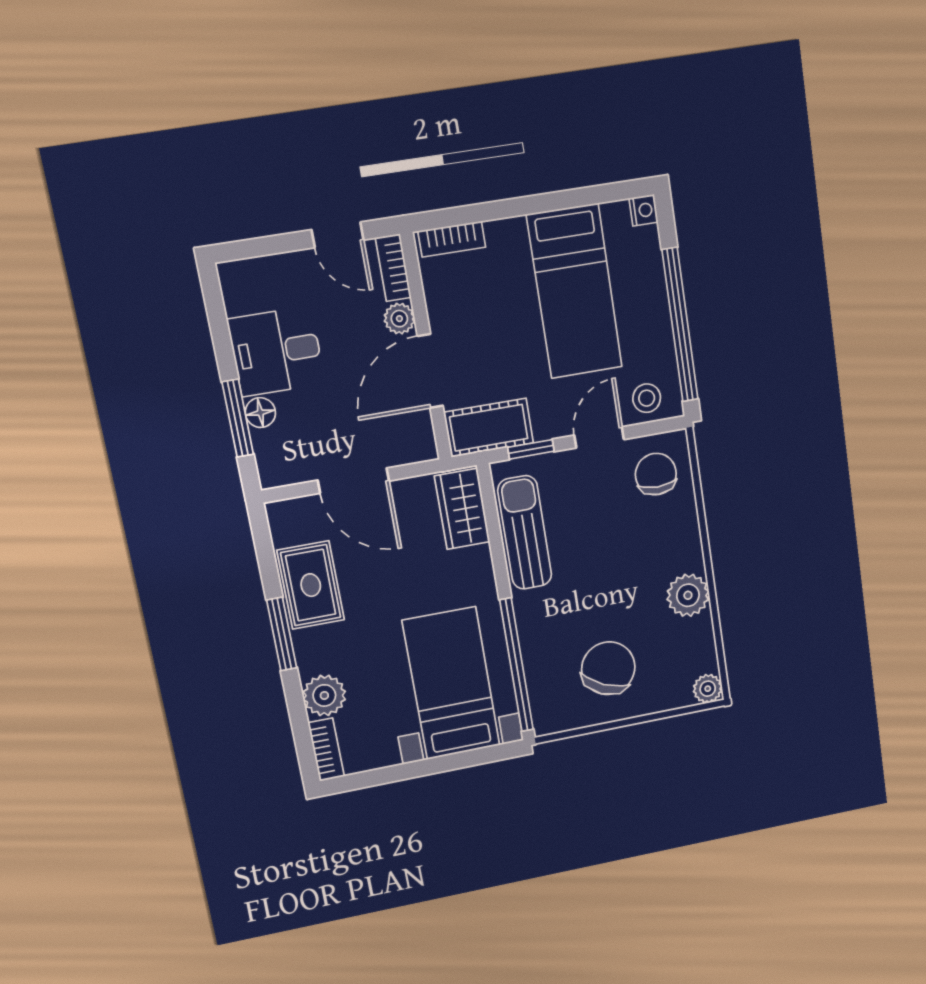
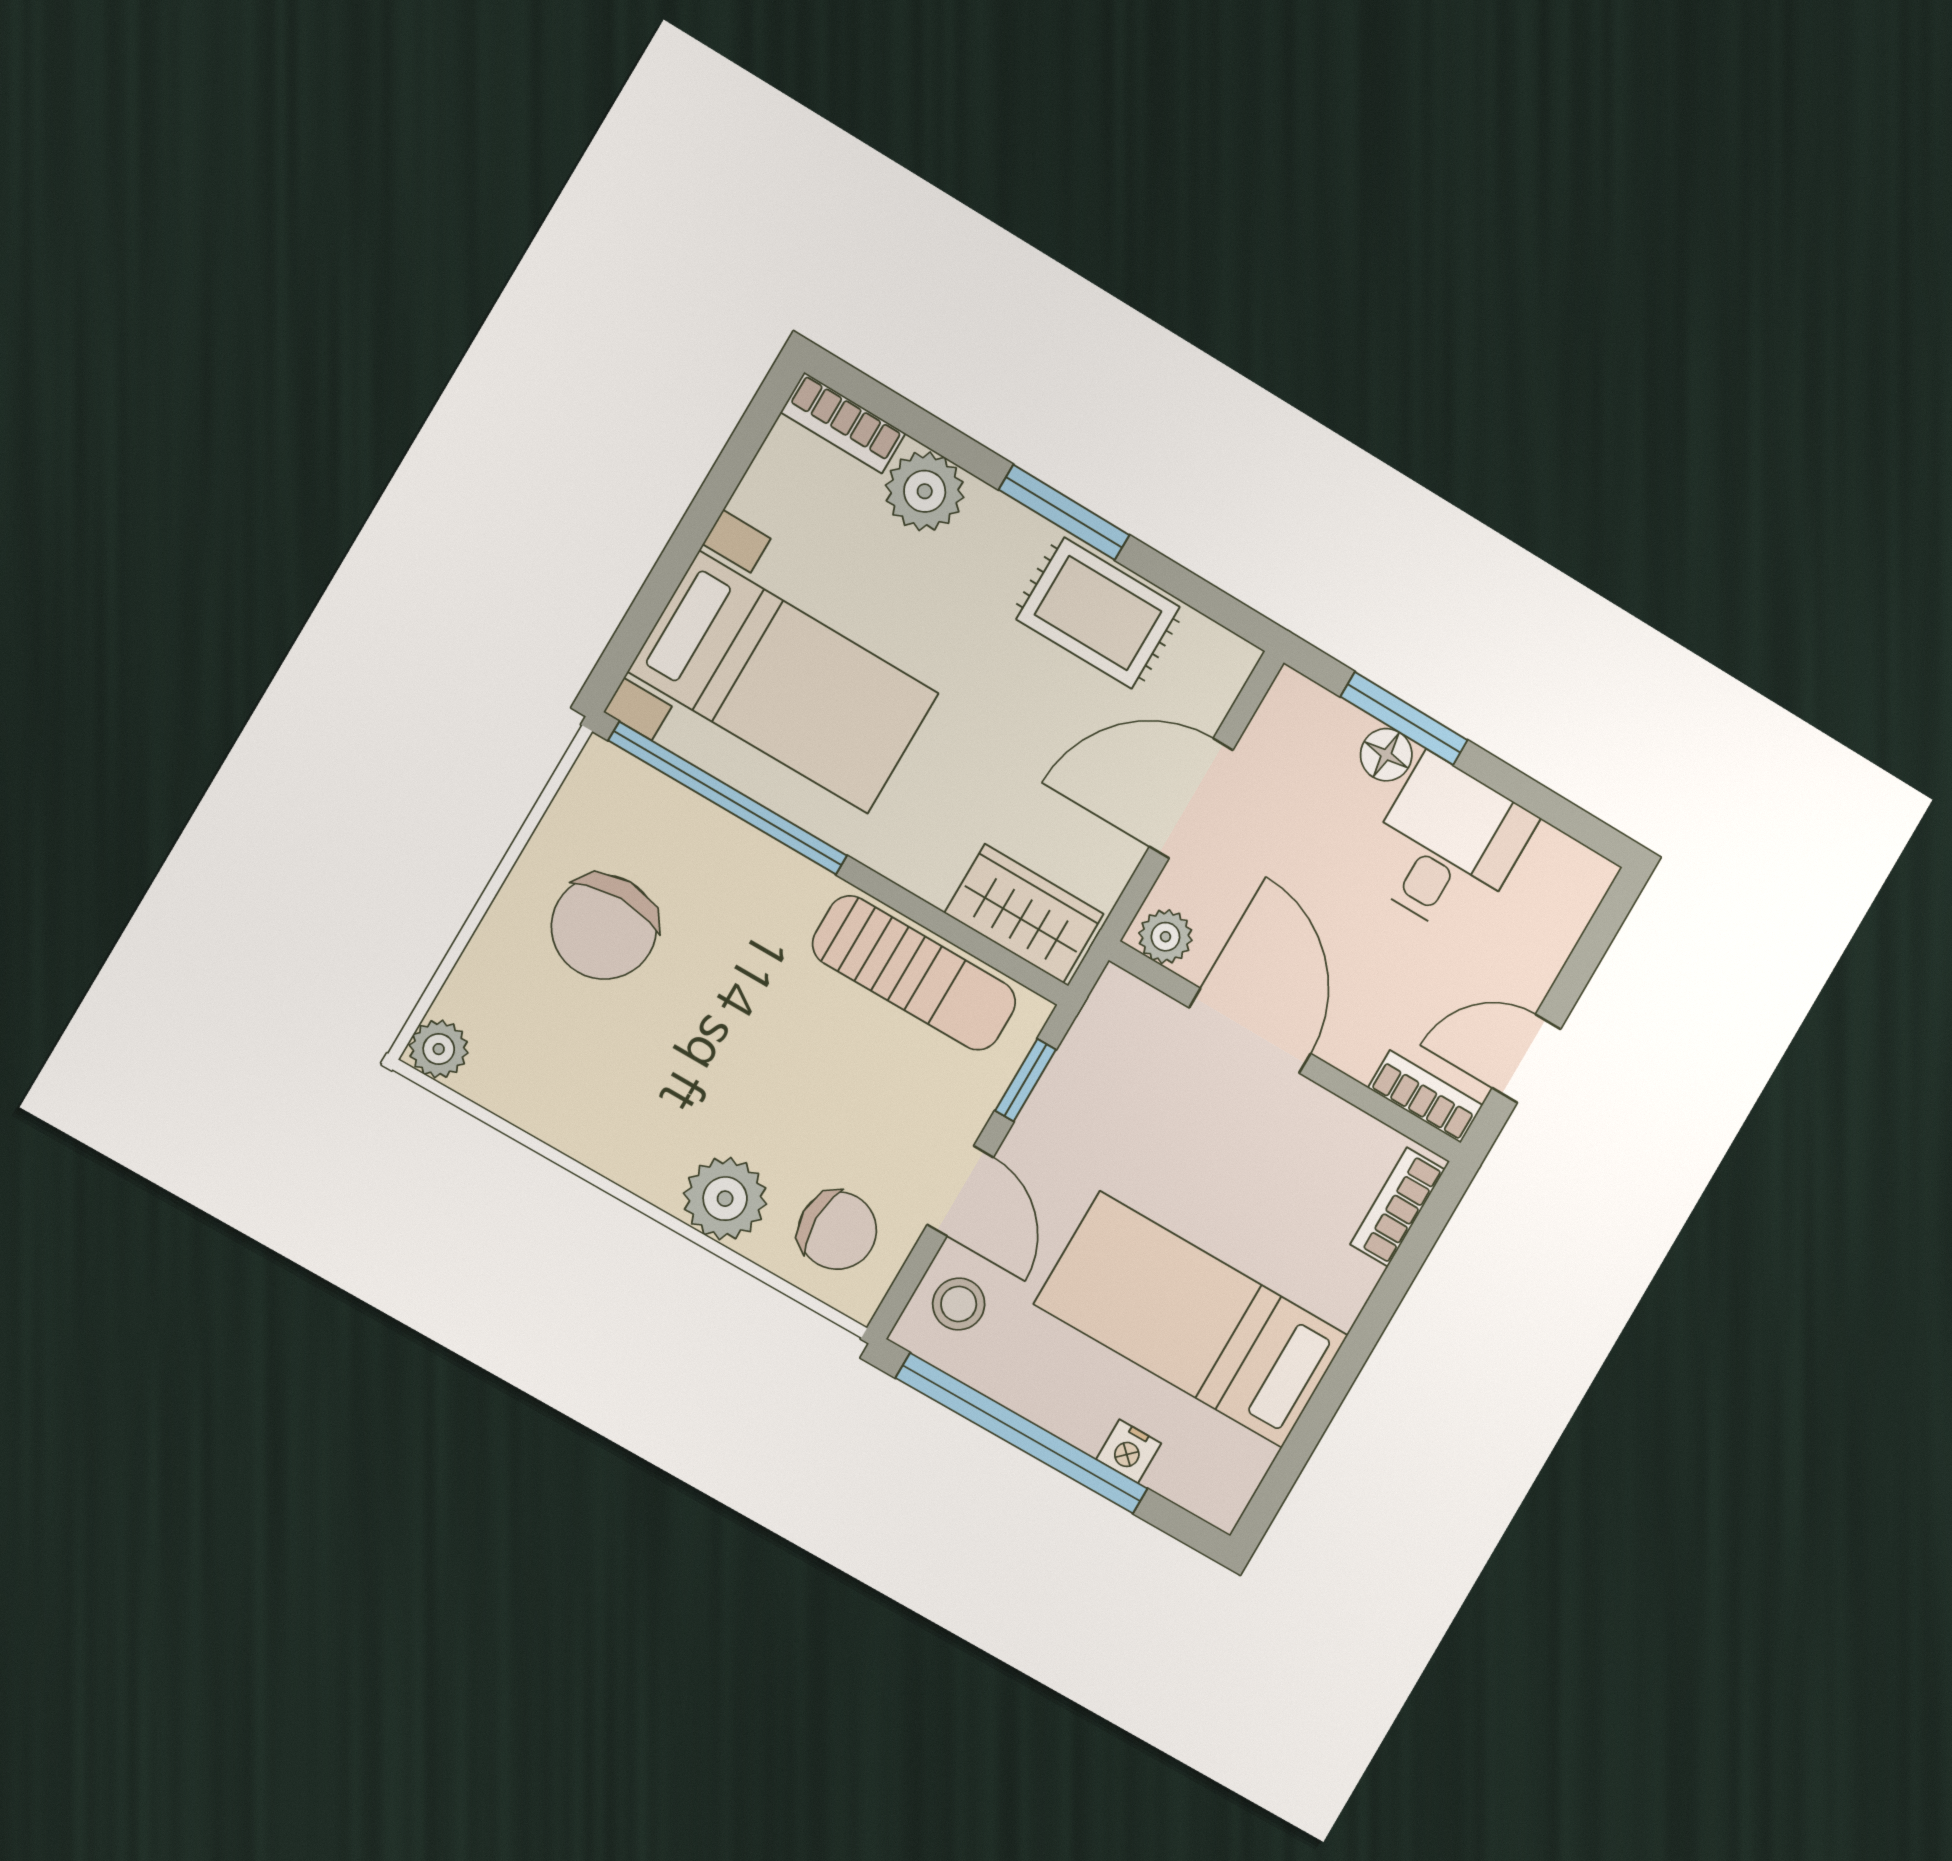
nightstand: (644, 210) -> (1129, 1451), moved
plant: (399, 319) -> (1165, 937), moved
cot: (489, 428) -> (1106, 1046), removed
plant: (688, 595) -> (725, 1199), moved
chair: (608, 668) -> (604, 927), turned 65

